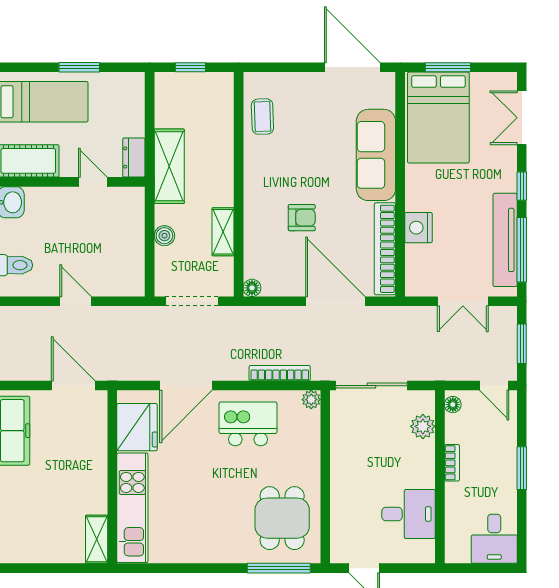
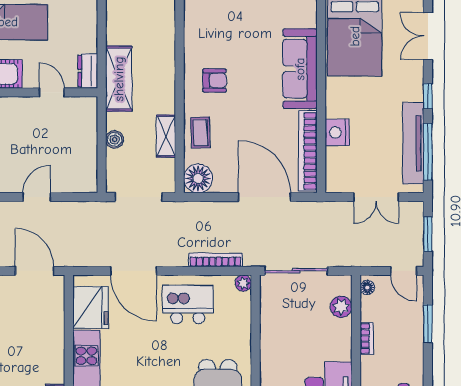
coffee table: (262, 117) -> (200, 133), moved
armchair: (302, 218) -> (215, 80), moved
floor lamp: (252, 288) -> (198, 178), width x1.89, depth x1.89
door: (76, 301) -> (37, 197), hinge flipped
door: (186, 386) -> (133, 271), hinge flipped
window: (522, 468) -> (428, 324), moved

